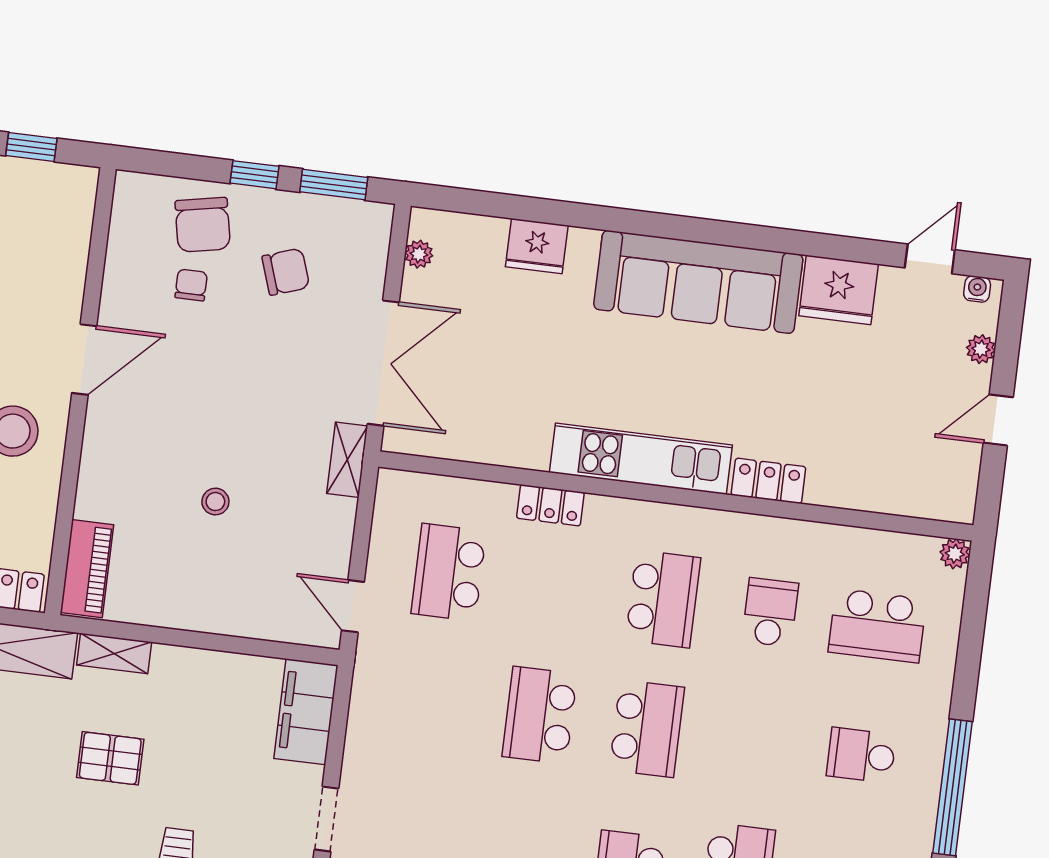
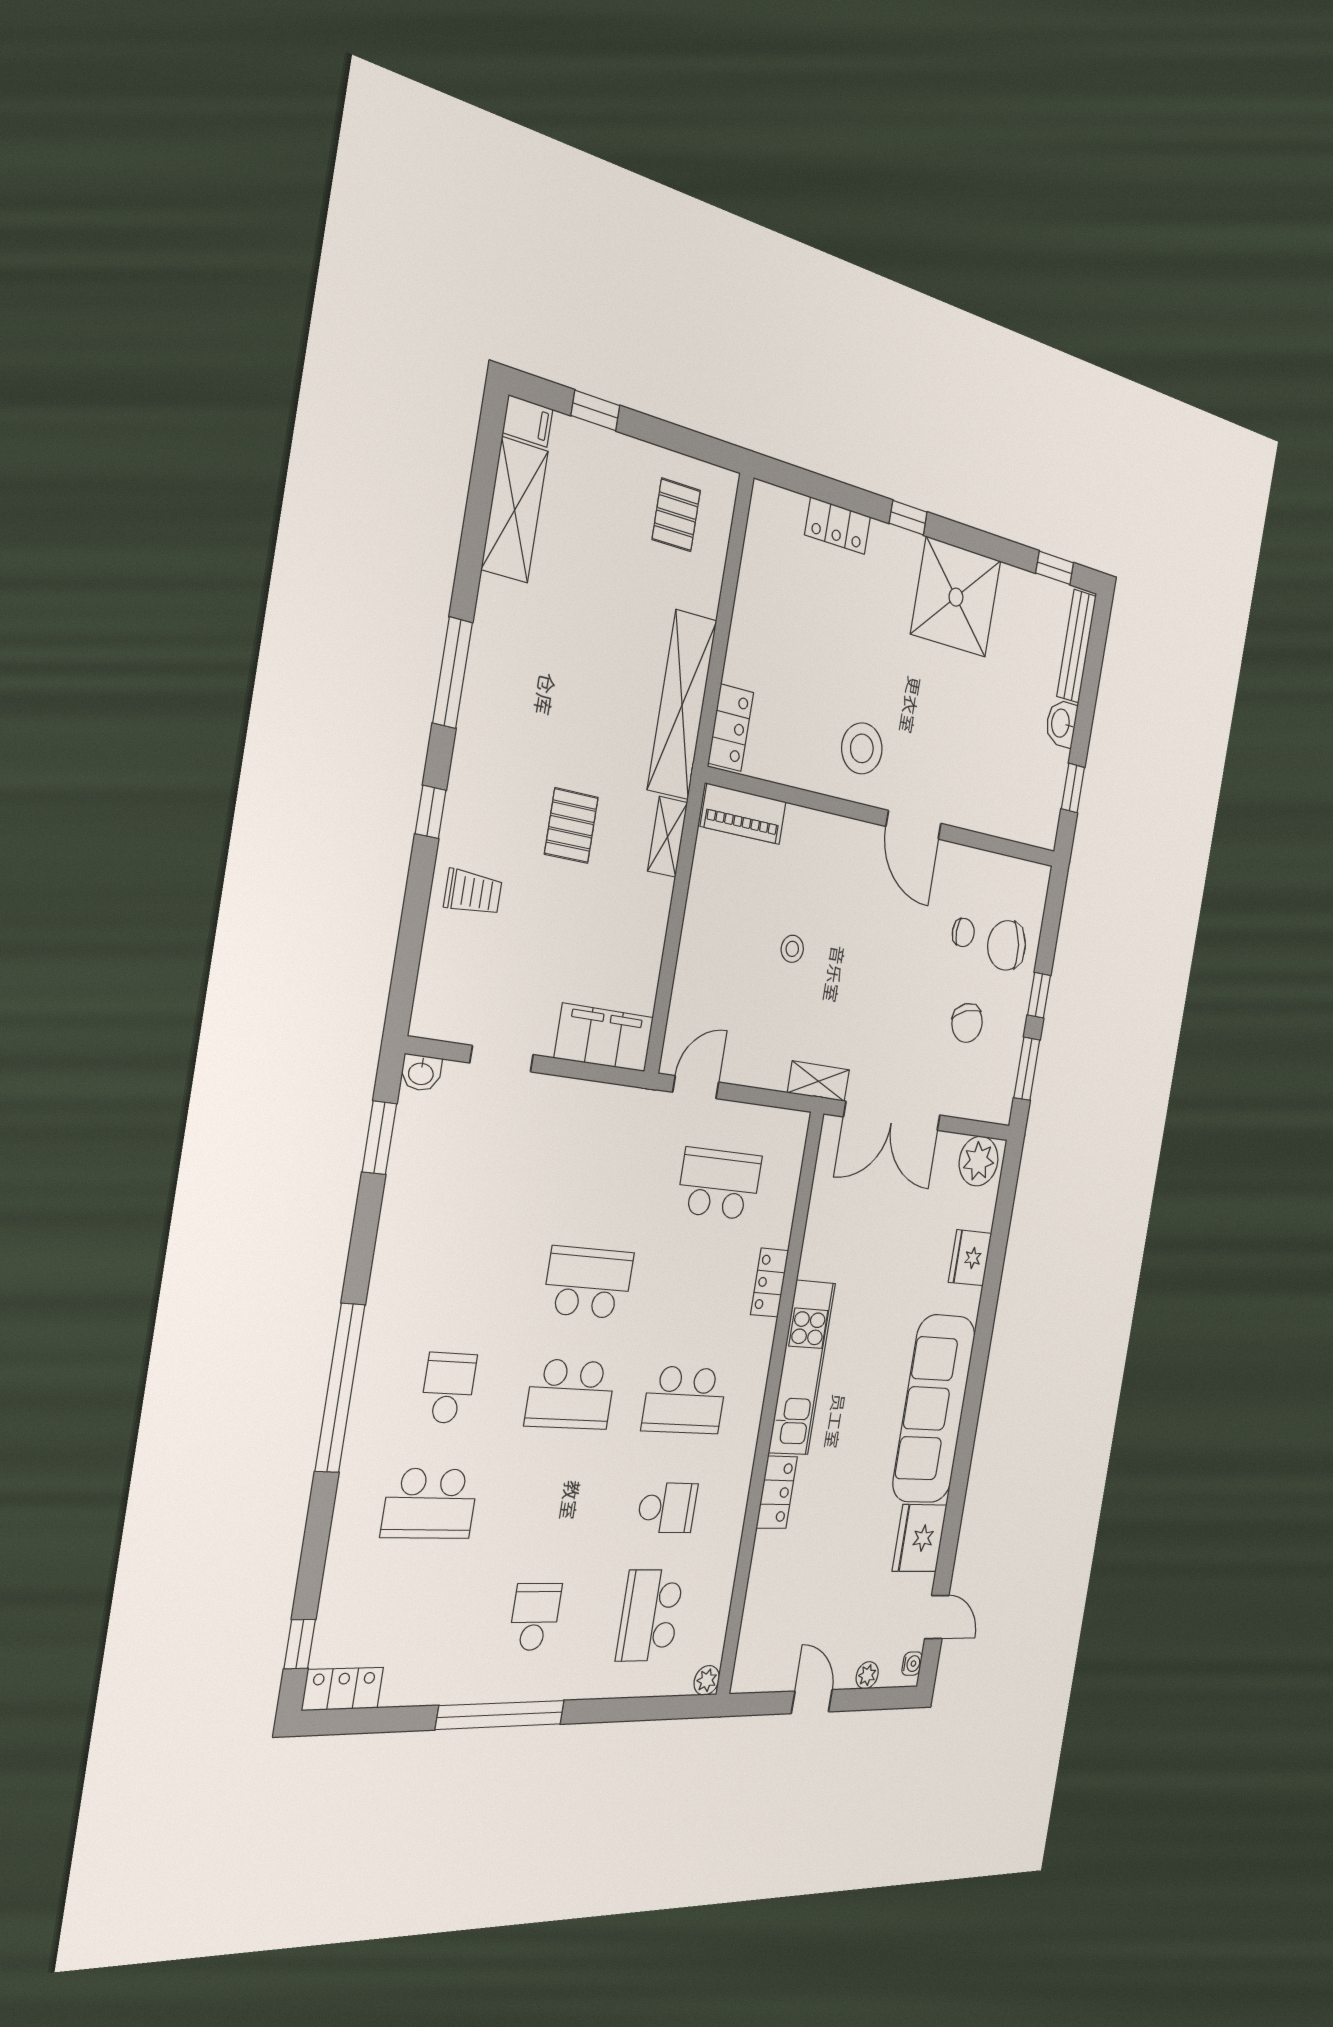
plant: (419, 254) -> (979, 1161), width x1.88, depth x1.88

